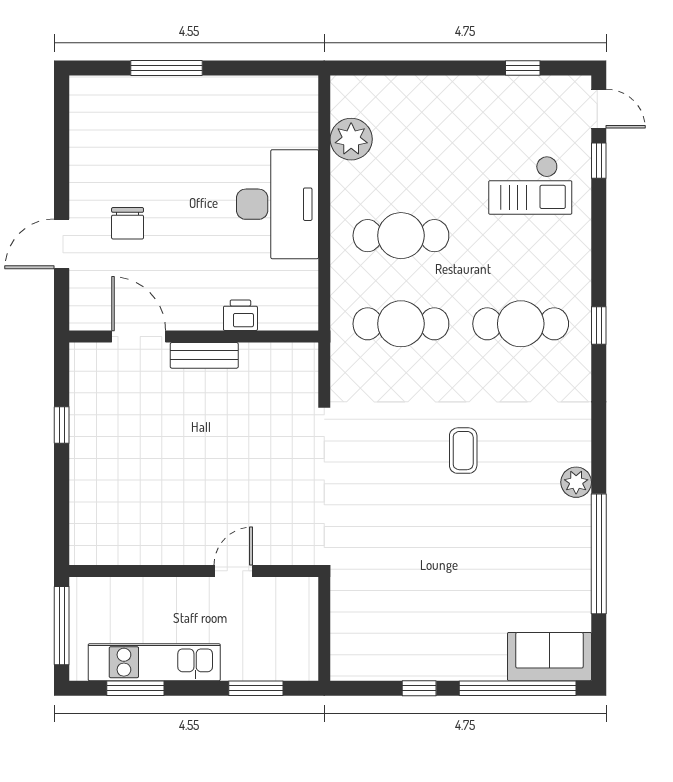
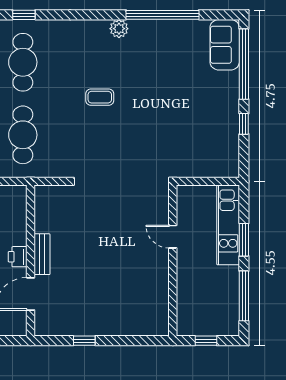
printer: (240, 315) -> (18, 257), moved
window: (62, 626) -> (206, 341), width x0.46
kitchen unit: (154, 662) -> (228, 225), moved
window: (135, 688) -> (244, 296), width x1.44
window: (256, 688) -> (244, 240), moved

